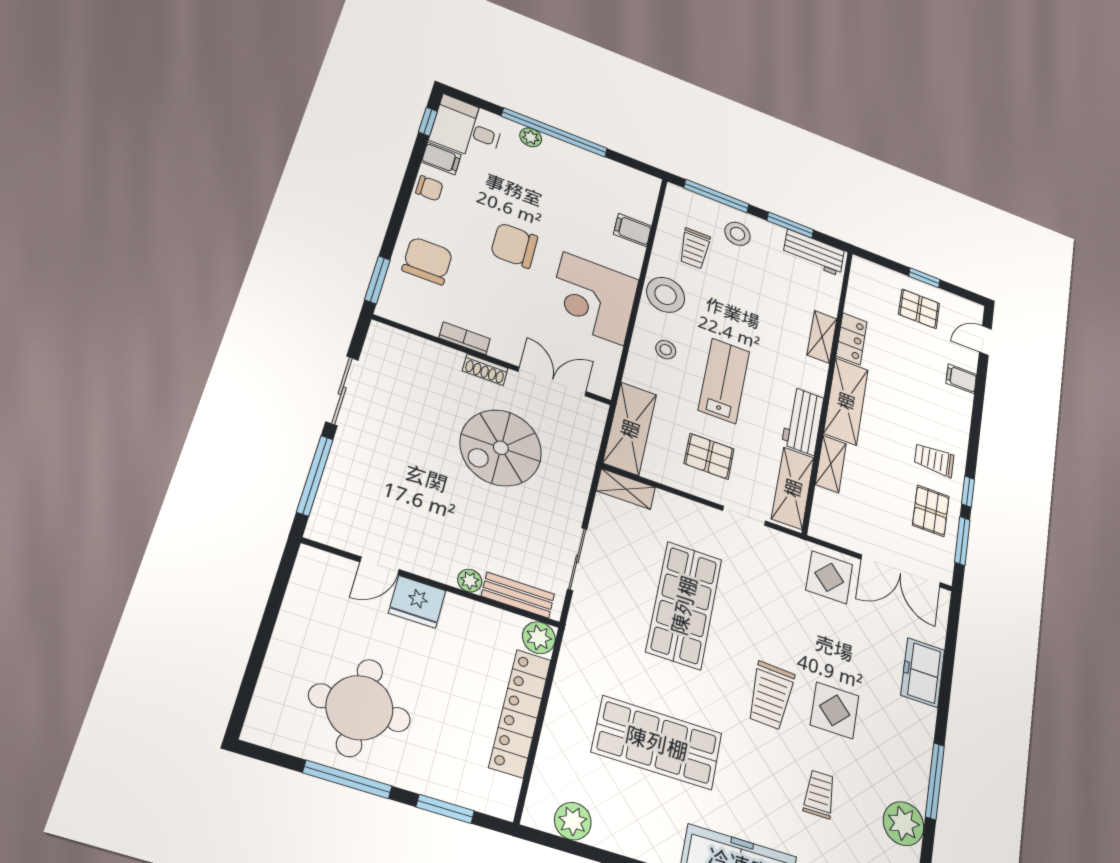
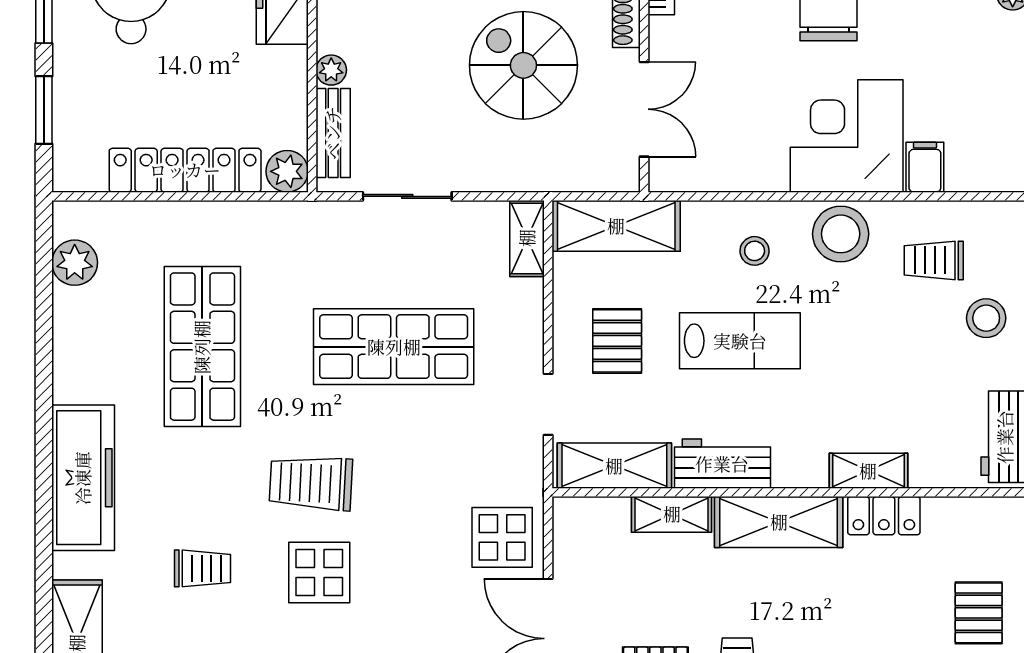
corner desk: (593, 298) -> (847, 136), moved

